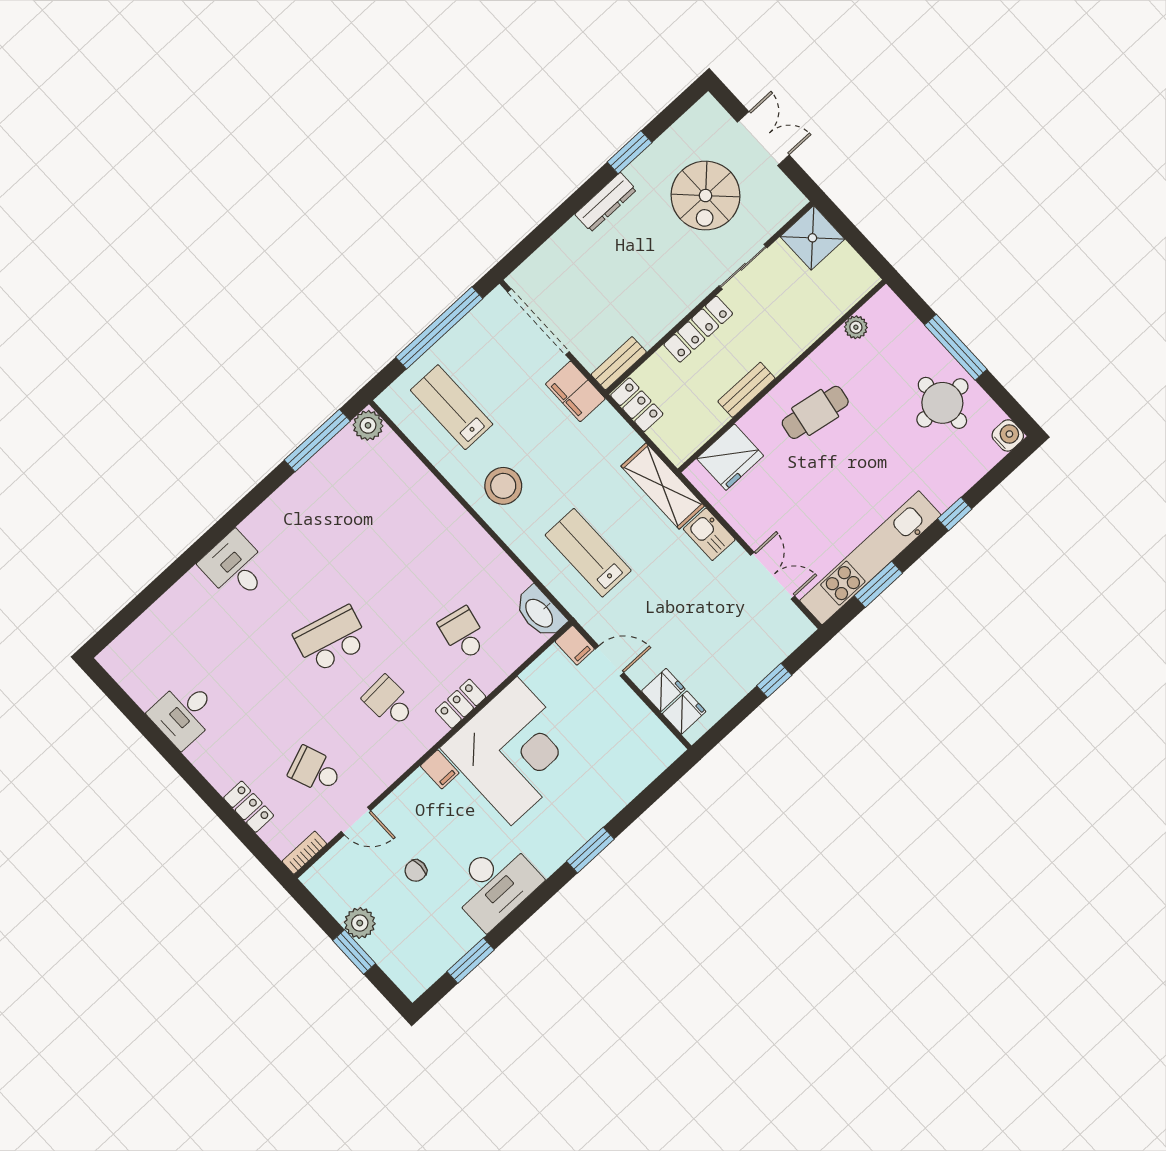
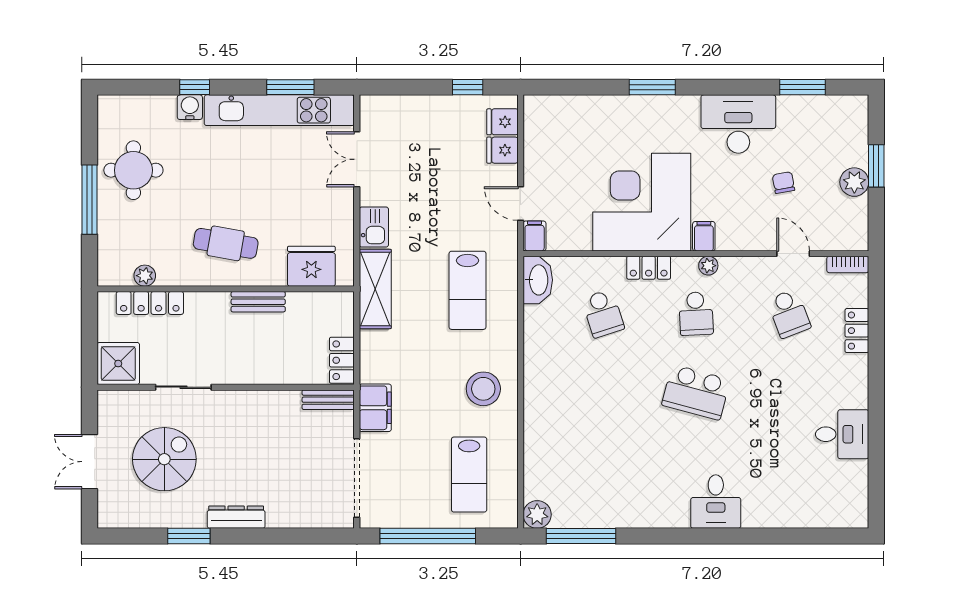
locker: (698, 329) -> (150, 303), moved, turned 180
water cooler: (1008, 435) -> (190, 107), moved, turned 90
school desk: (463, 634) -> (603, 314), turned -30
window: (774, 680) -> (468, 87), moved
plant: (415, 749) -> (708, 266), added
chair: (416, 871) -> (783, 183), turned -100

